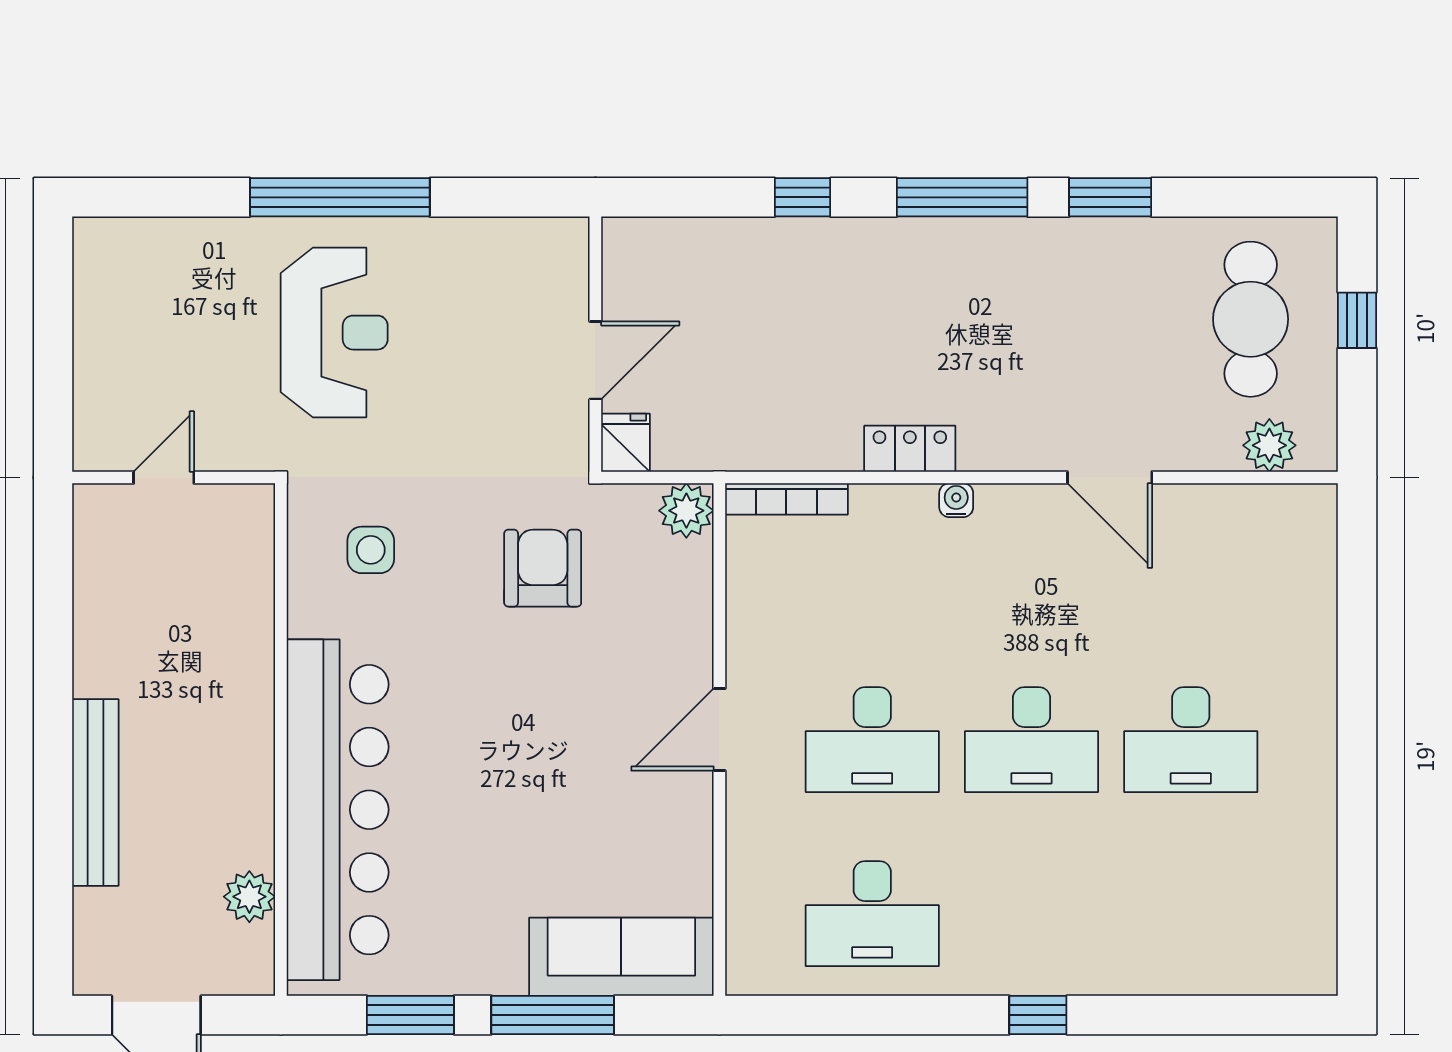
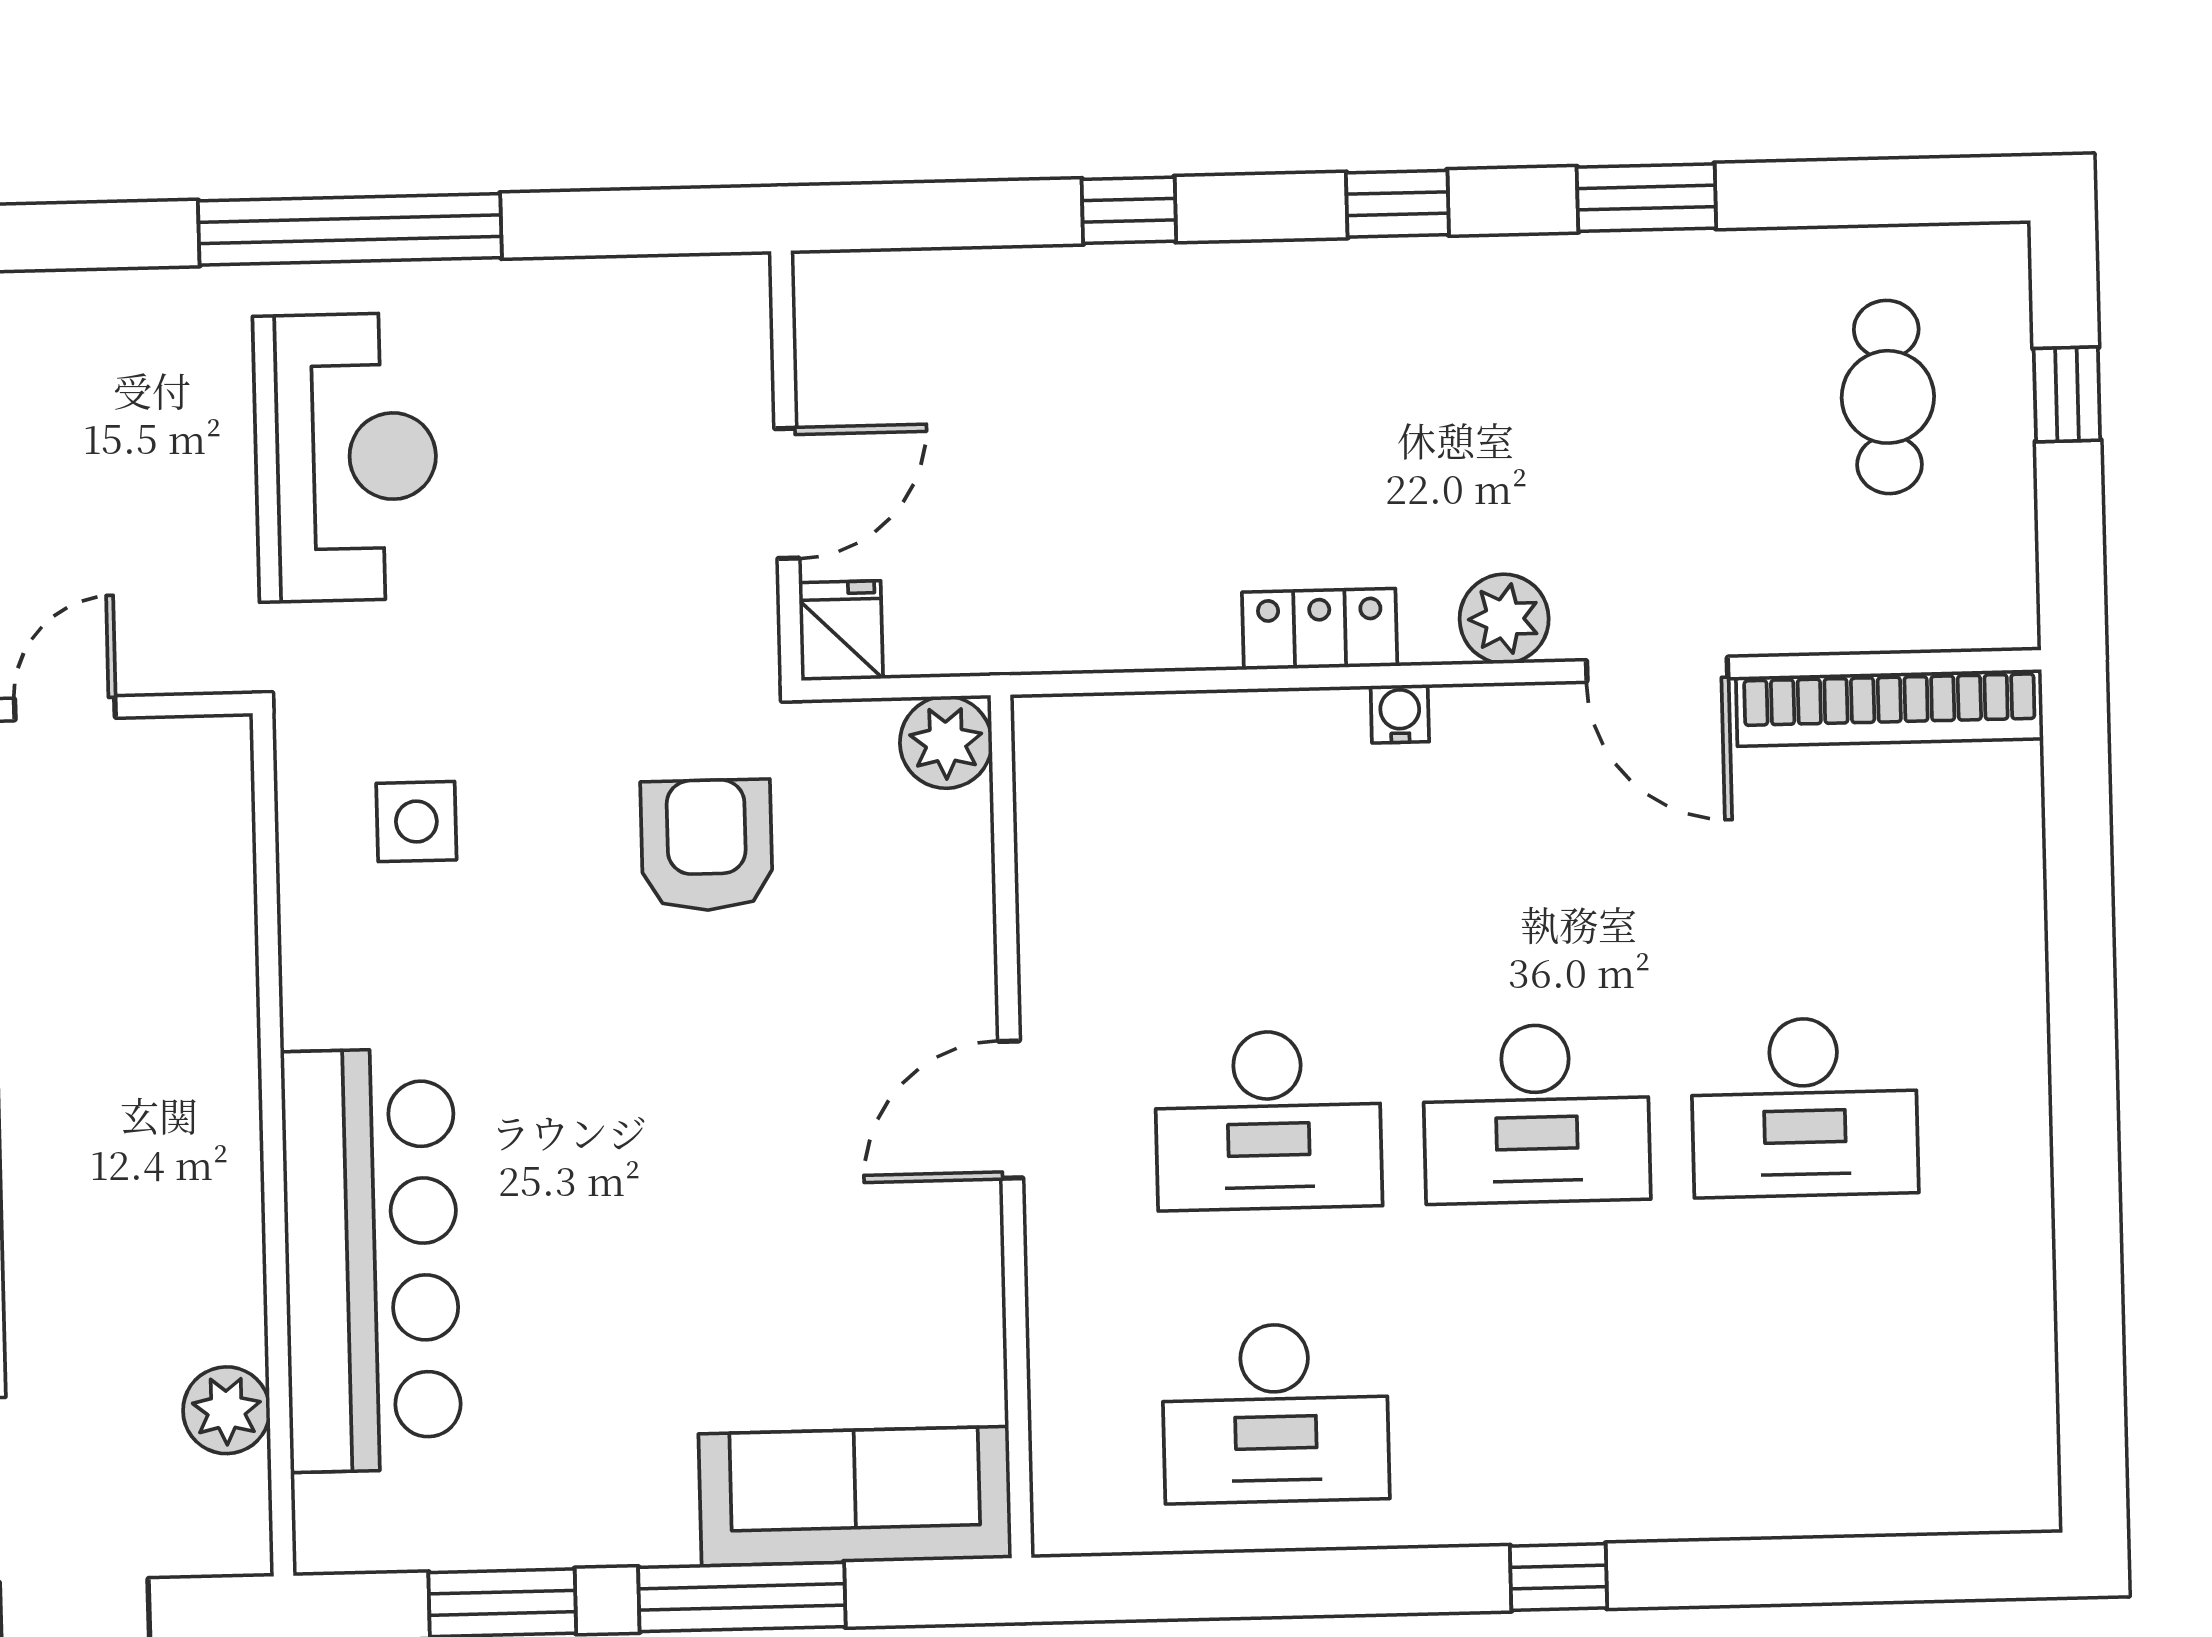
window: (962, 197) -> (1397, 204), width x0.46
cafe table: (1251, 319) -> (1888, 397), width x0.73, depth x0.74
plant: (1269, 445) -> (1504, 619), moved
bookcase: (786, 499) -> (1890, 708), moved, width x1.48, depth x1.31
bar counter: (338, 810) -> (371, 1260), width x0.73

